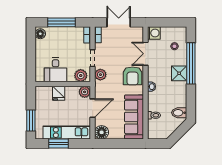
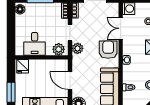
armchair: (133, 76) -> (108, 50), turned 180
plant: (85, 92) -> (62, 65), removed
fridge: (59, 93) -> (23, 66), moved
door: (93, 108) -> (70, 80), swing flipped

